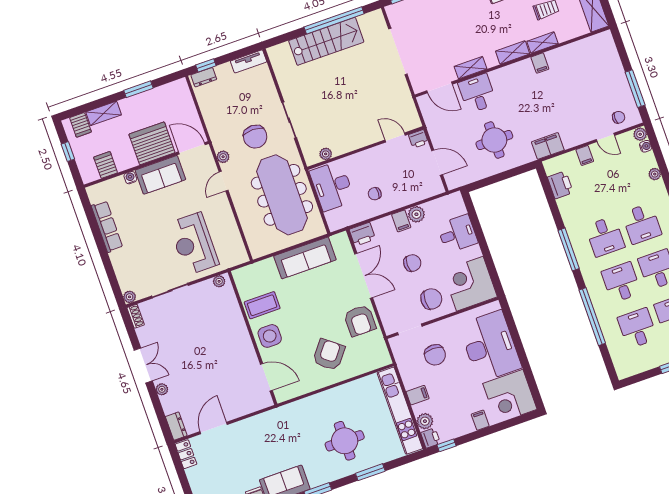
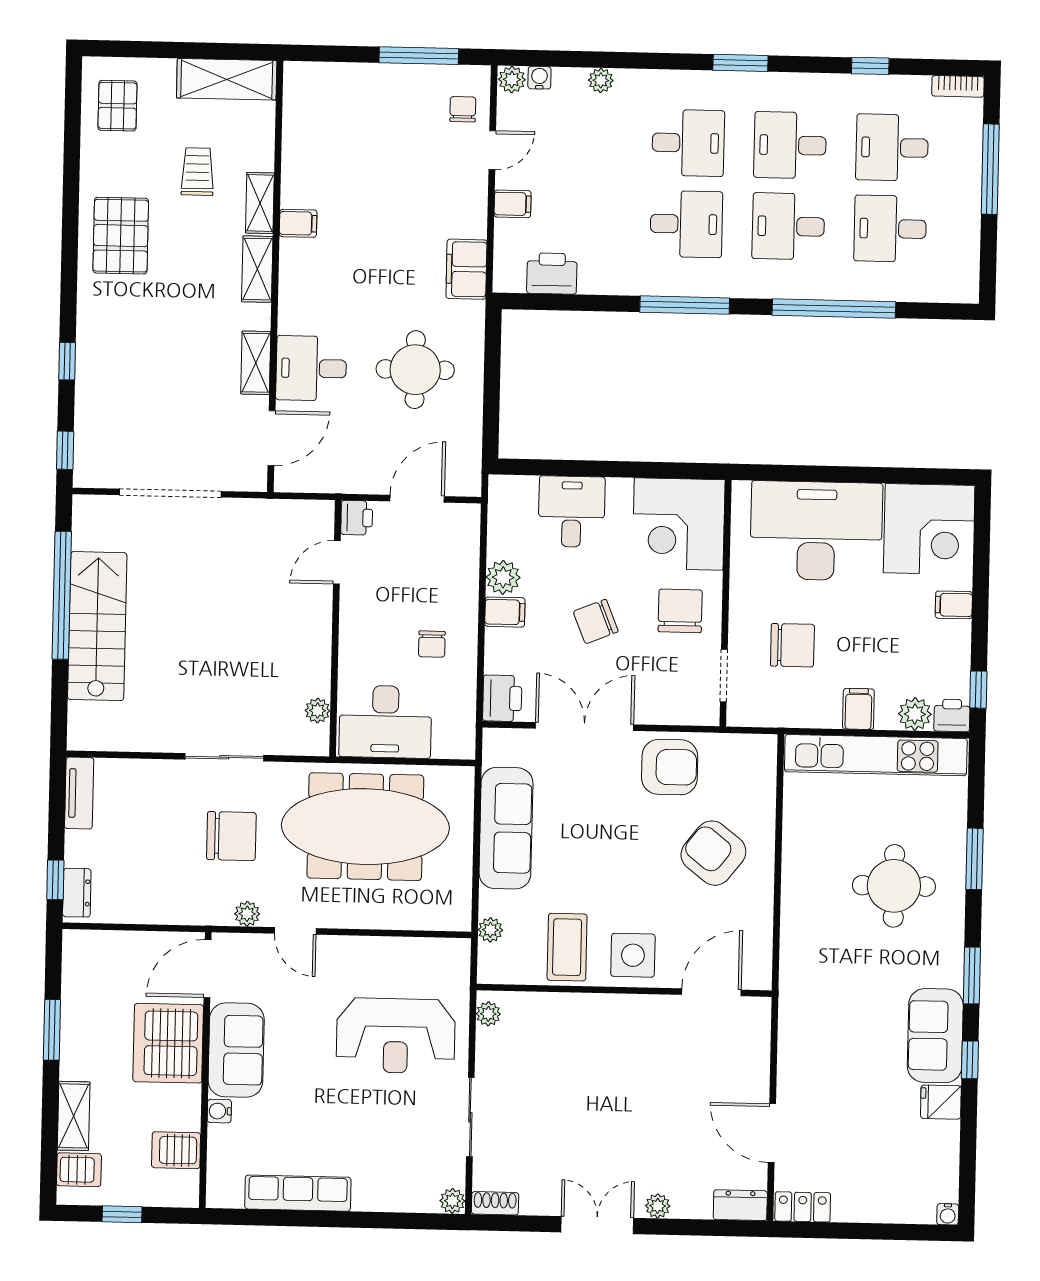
chair: (412, 263) -> (596, 622), turned -112
plant: (257, 268) -> (490, 930), added

